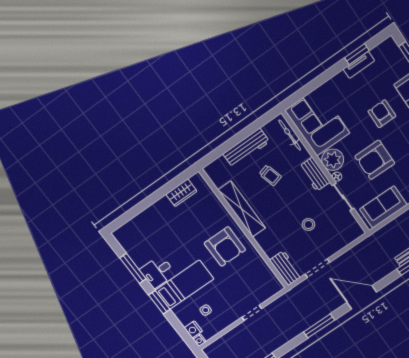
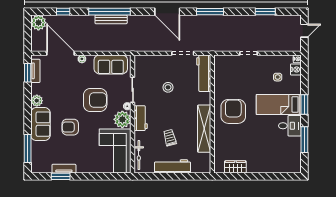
armchair: (382, 114) -> (70, 127), turned 90
workbench: (286, 268) -> (204, 73), width x1.38

